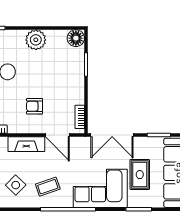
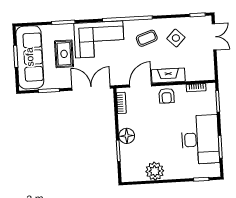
floor lamp: (76, 38) -> (127, 136), moved
plant: (36, 40) -> (155, 171), moved
armchair: (34, 106) -> (167, 96), moved, turned 90
door: (57, 135) -> (141, 85), hinge flipped

